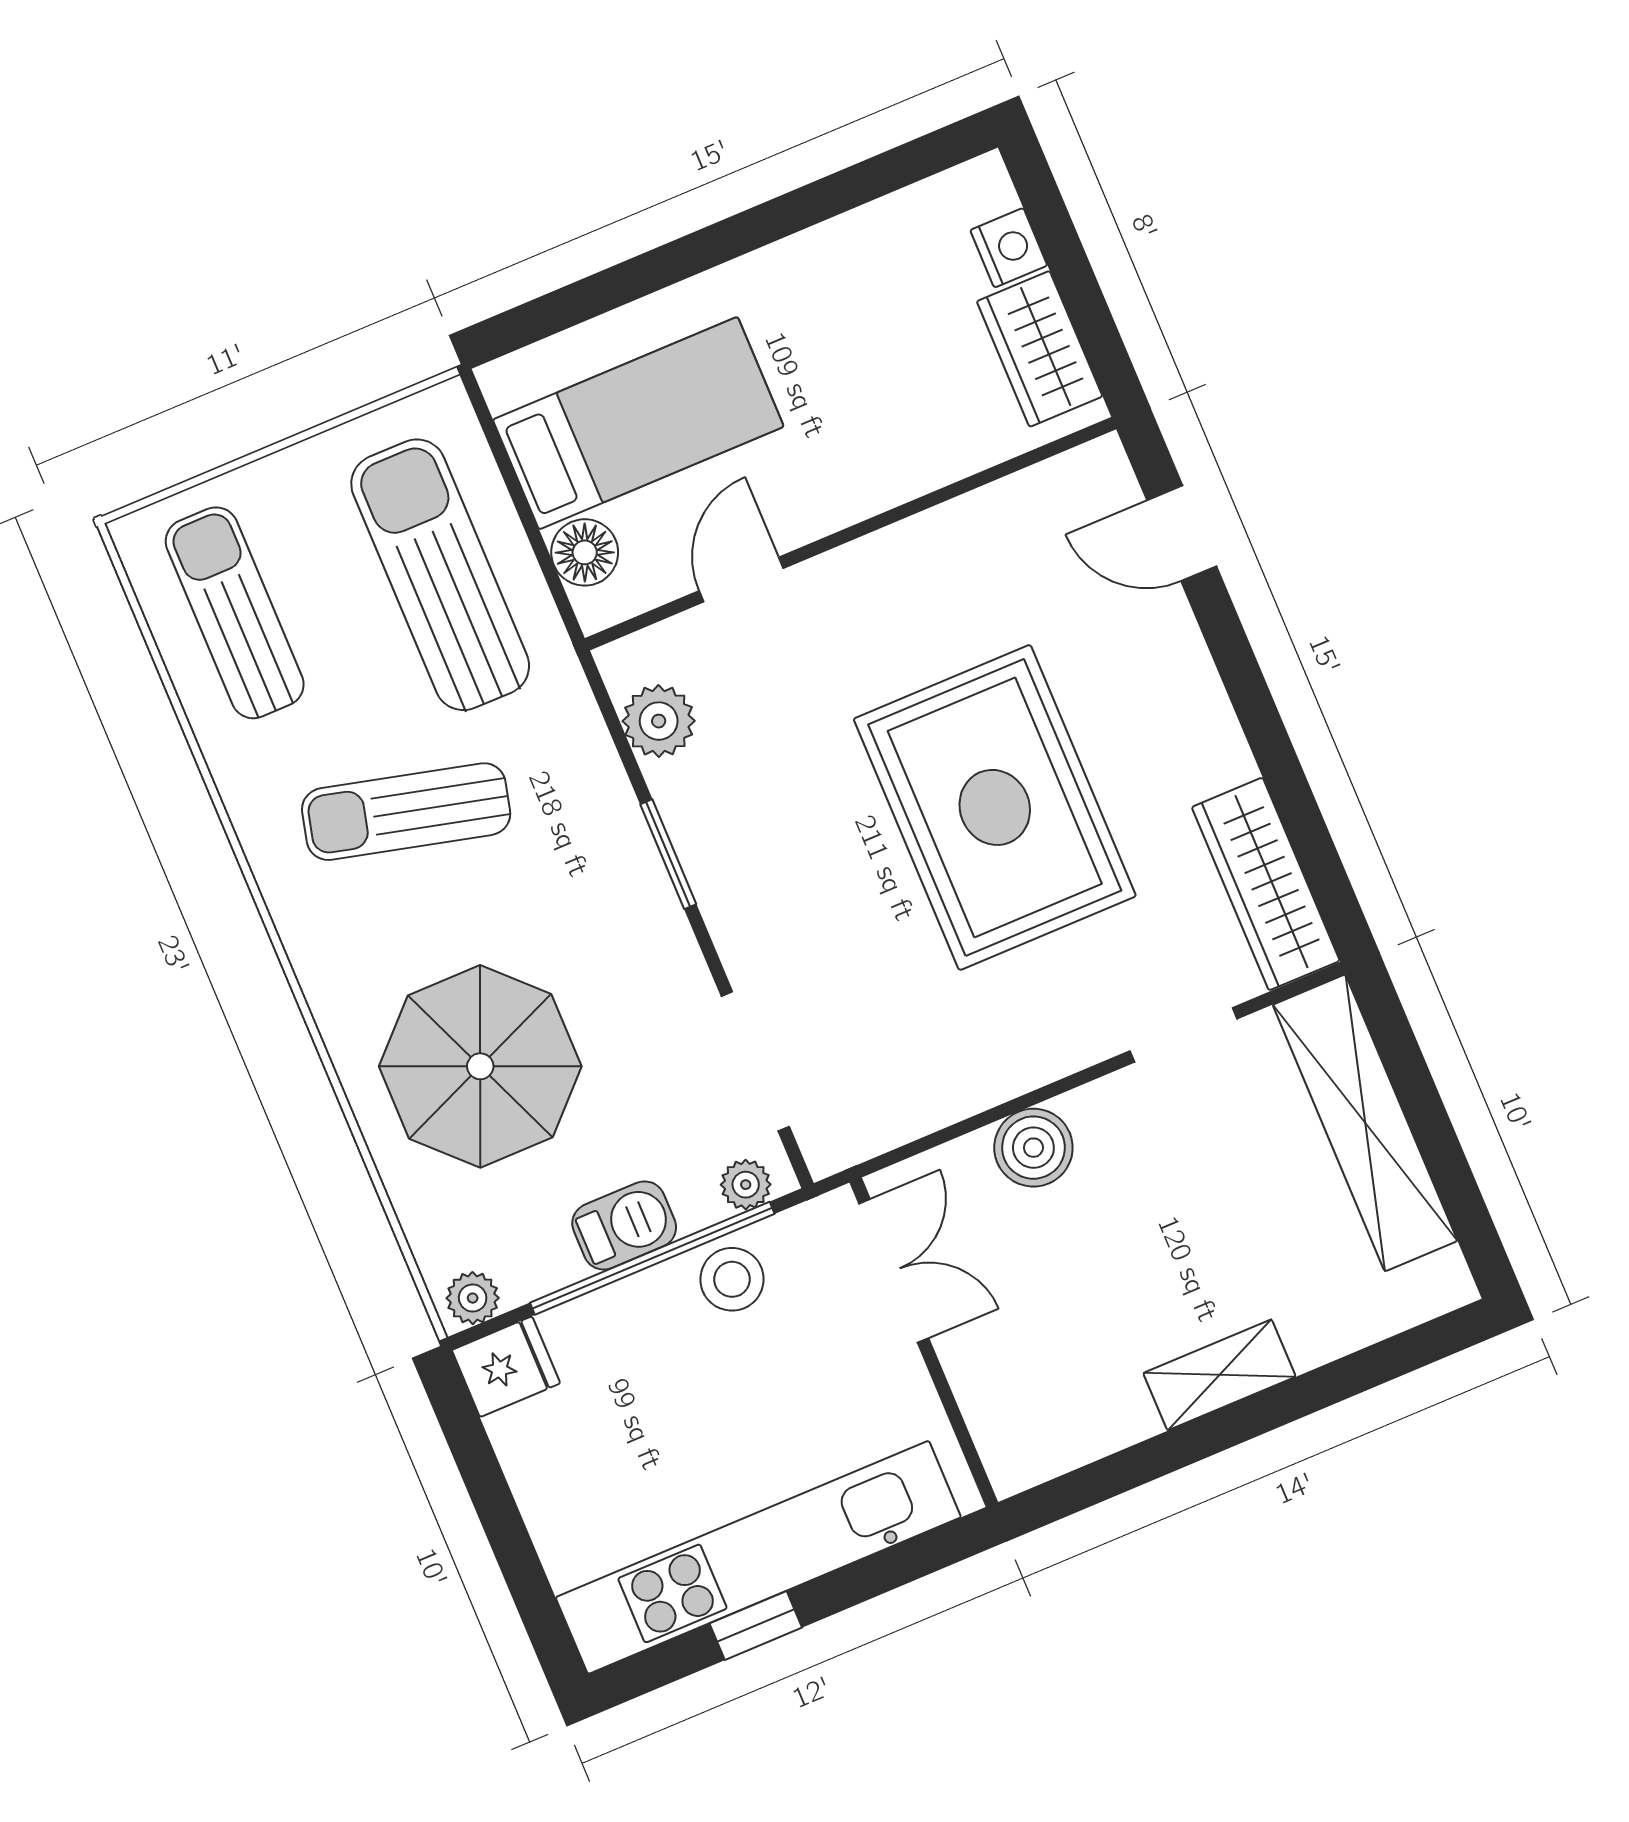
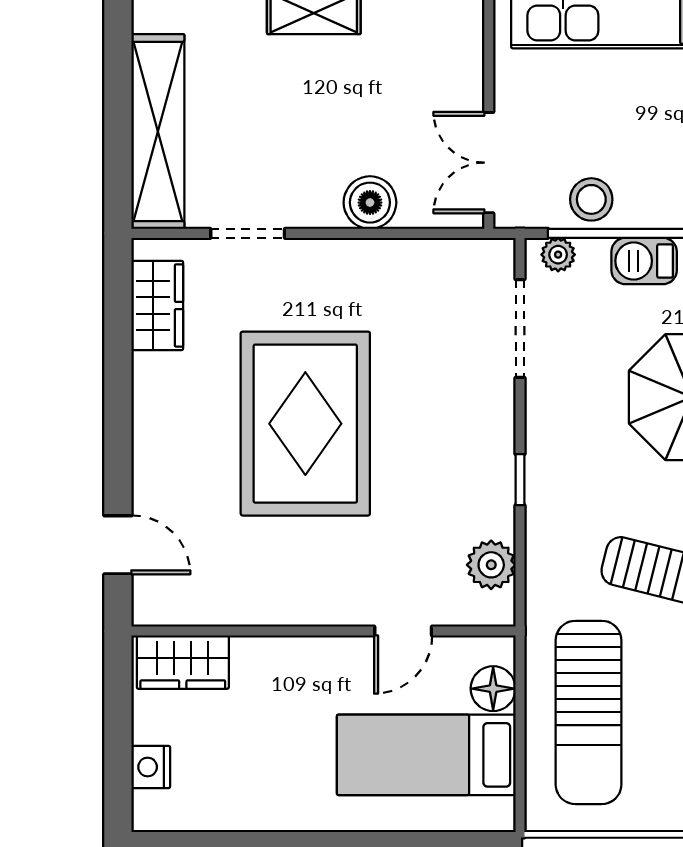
wardrobe: (1040, 349) -> (183, 662), moved, turned 90
window: (668, 854) -> (520, 480), width x0.67
wardrobe: (1266, 884) -> (157, 305), width x0.67

